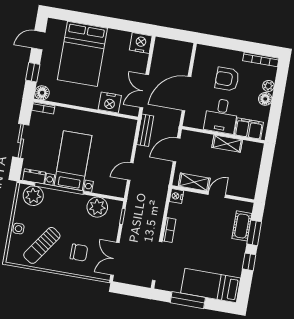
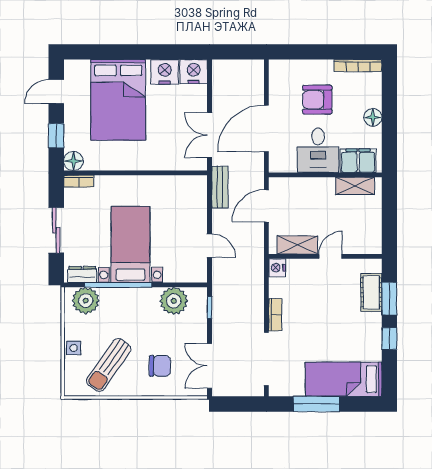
plant: (268, 86) -> (374, 99), removed
nightstand: (110, 102) -> (165, 72), moved, turned 180
shelving: (227, 144) -> (355, 186), moved
door: (130, 171) -> (209, 246), swing flipped

